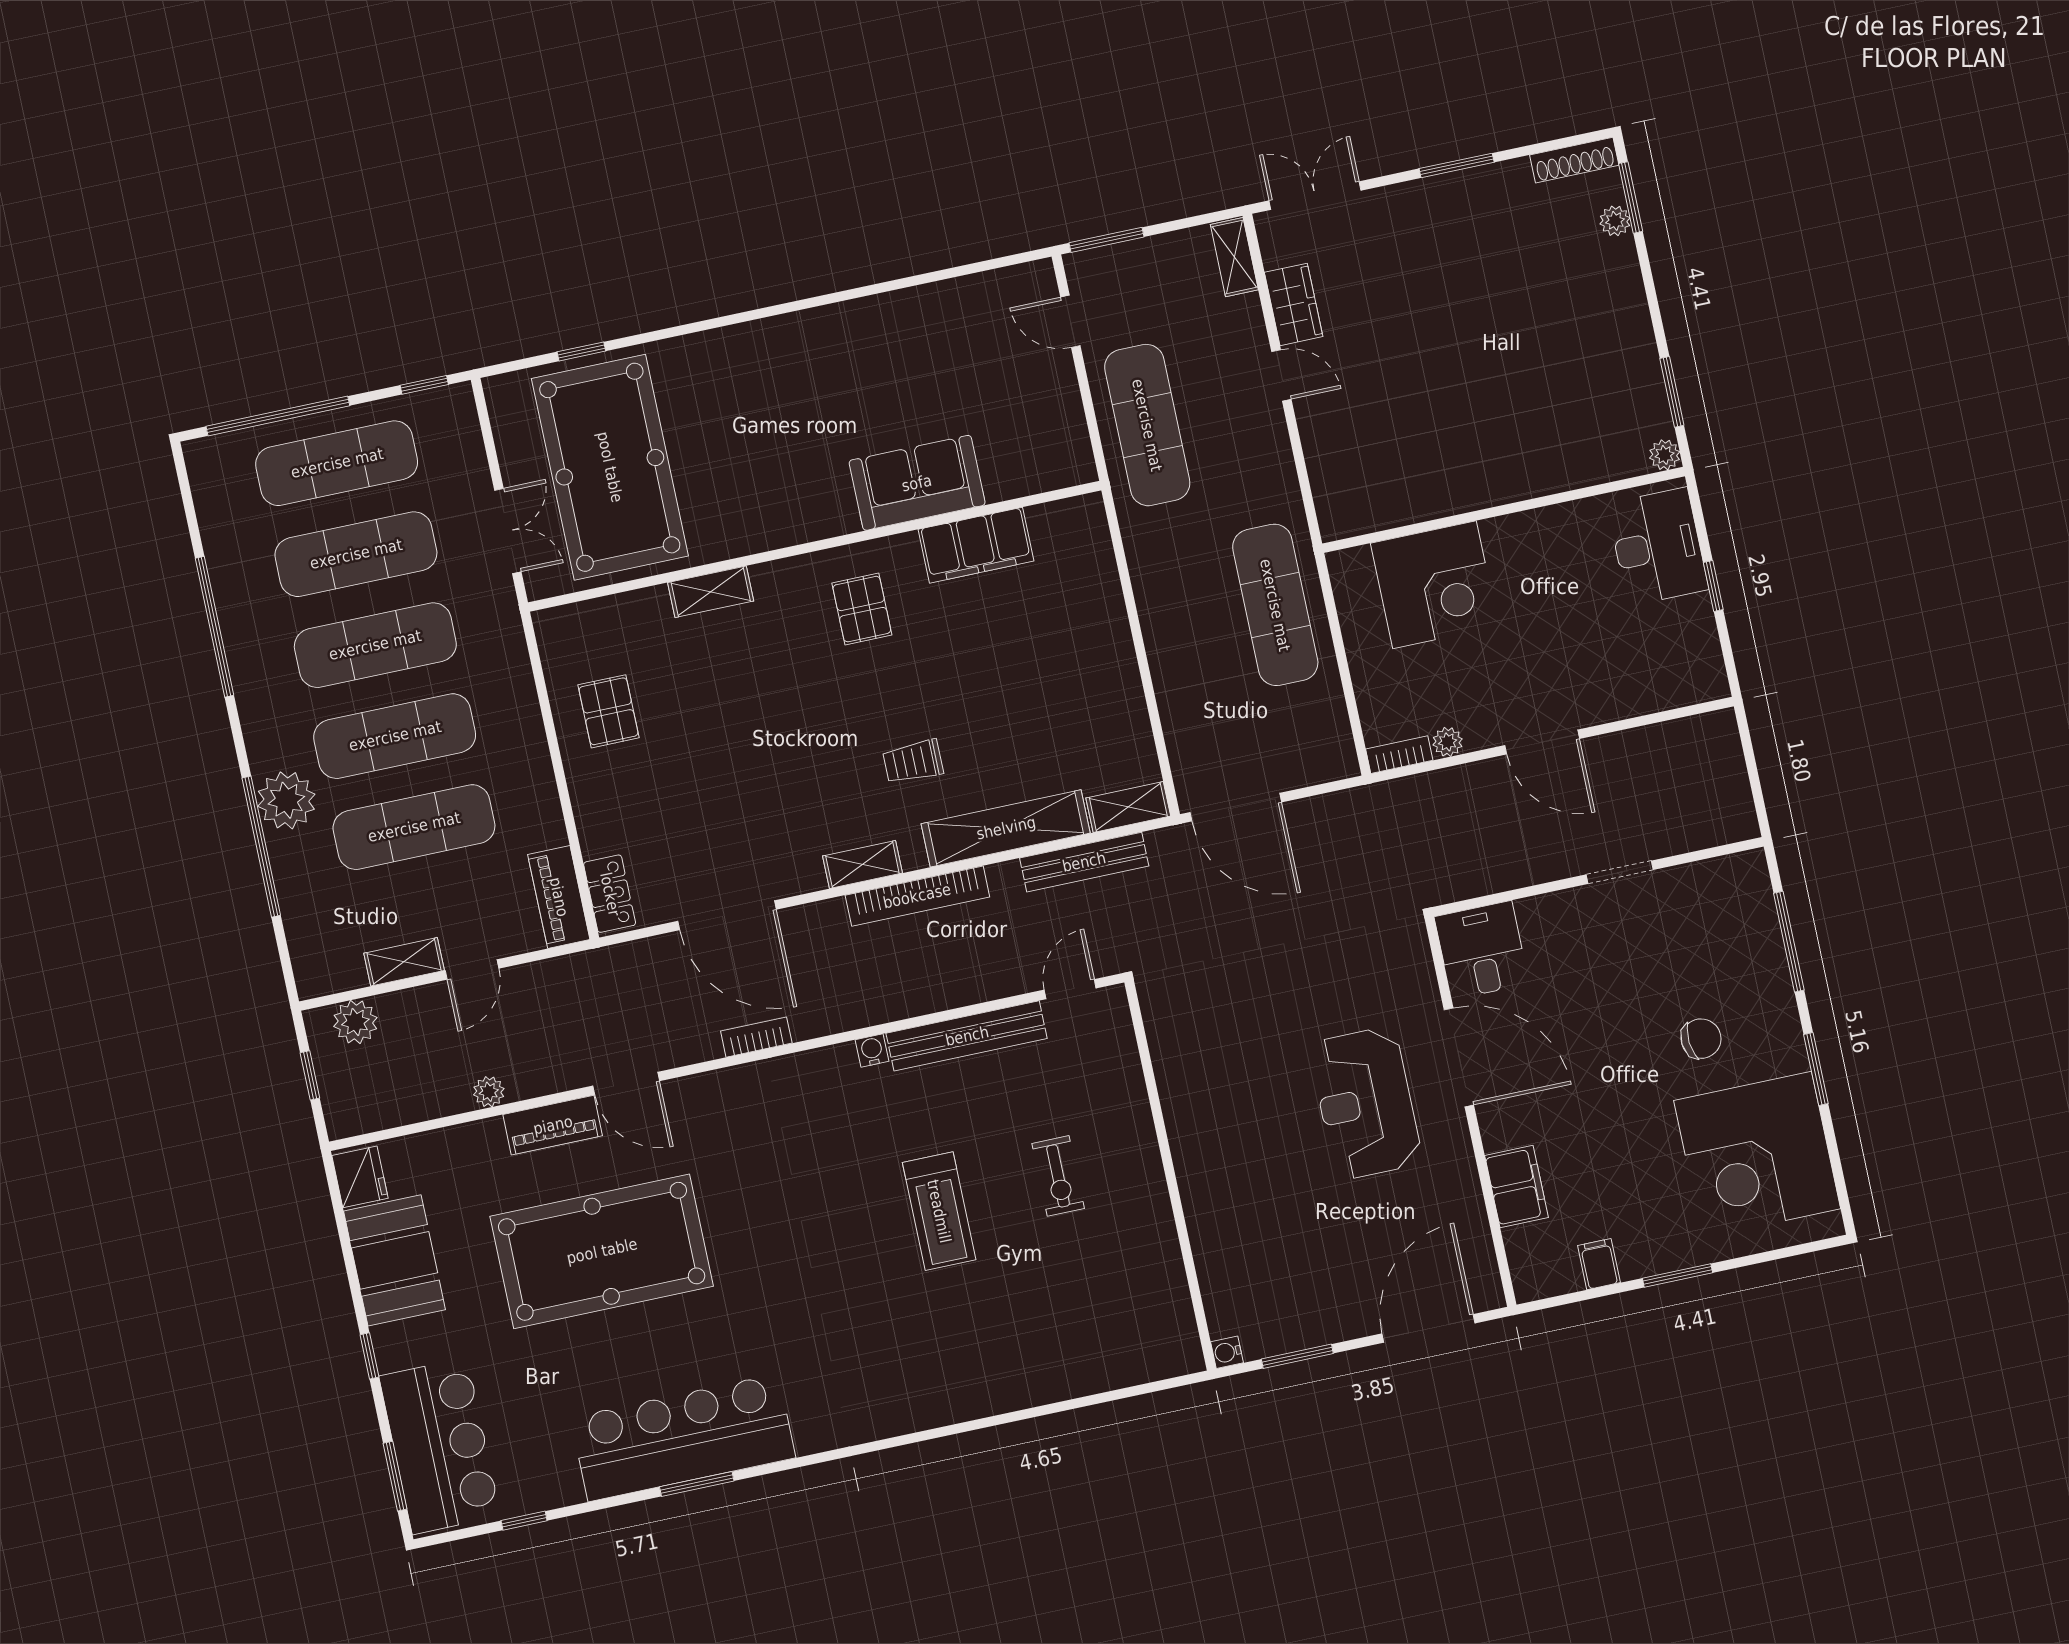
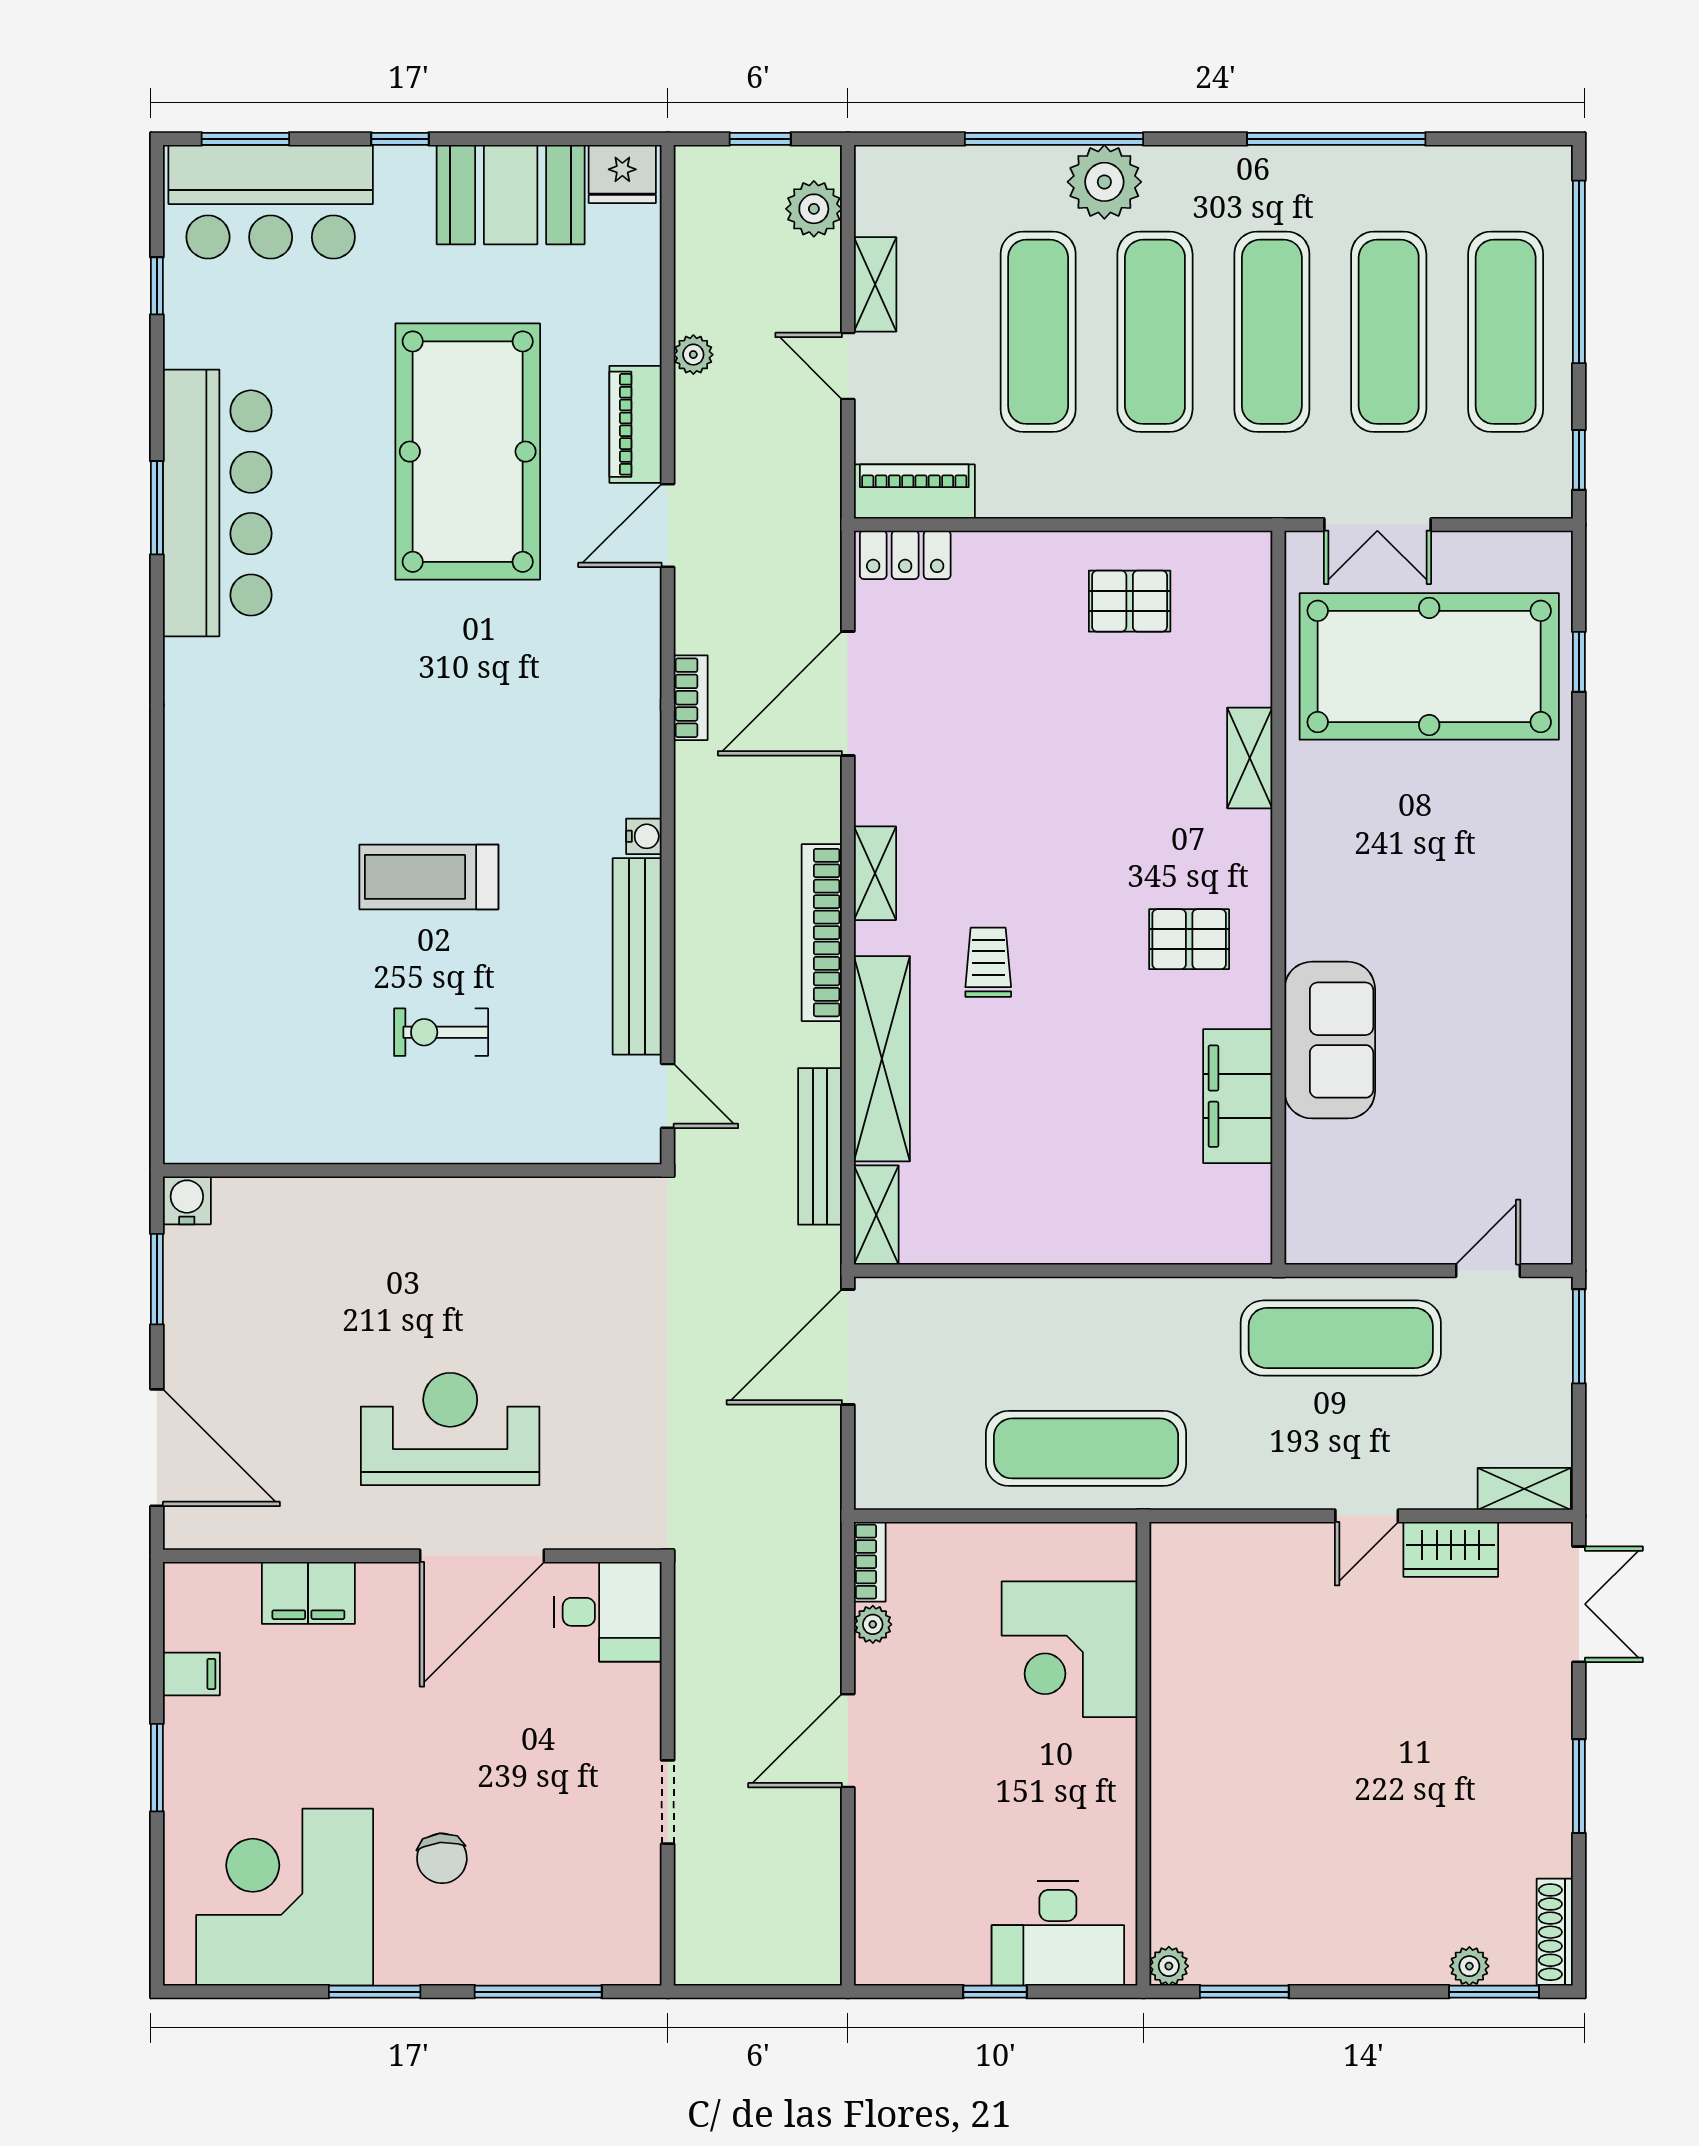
water cooler: (1227, 1352) -> (187, 1200), width x1.38, depth x1.38

